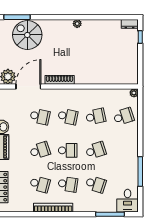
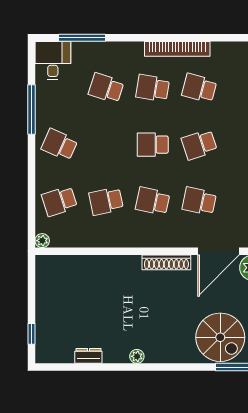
dresser: (130, 24) -> (88, 356), moved
school desk: (96, 150) -> (59, 145), moved, turned 42

